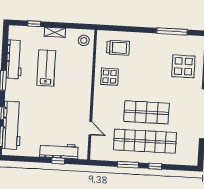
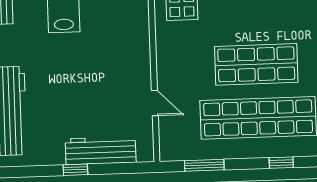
window: (58, 161) -> (75, 170), moved
window: (128, 165) -> (204, 165), moved

